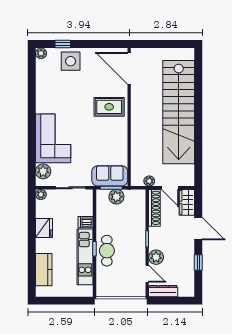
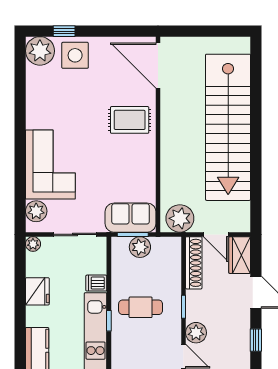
plant: (41, 53) -> (40, 51), width x1.87, depth x1.87
plant: (149, 181) -> (180, 218), width x1.88, depth x1.88
cafe table: (107, 251) -> (141, 307), moved, turned 90

